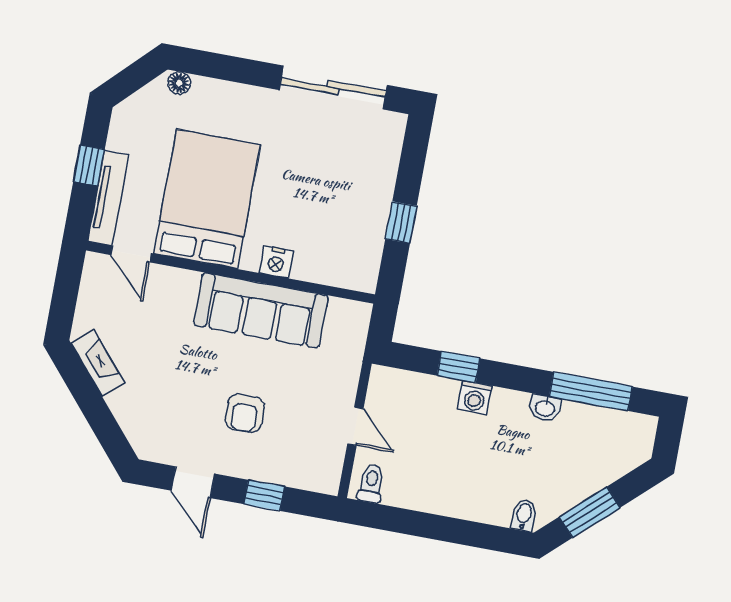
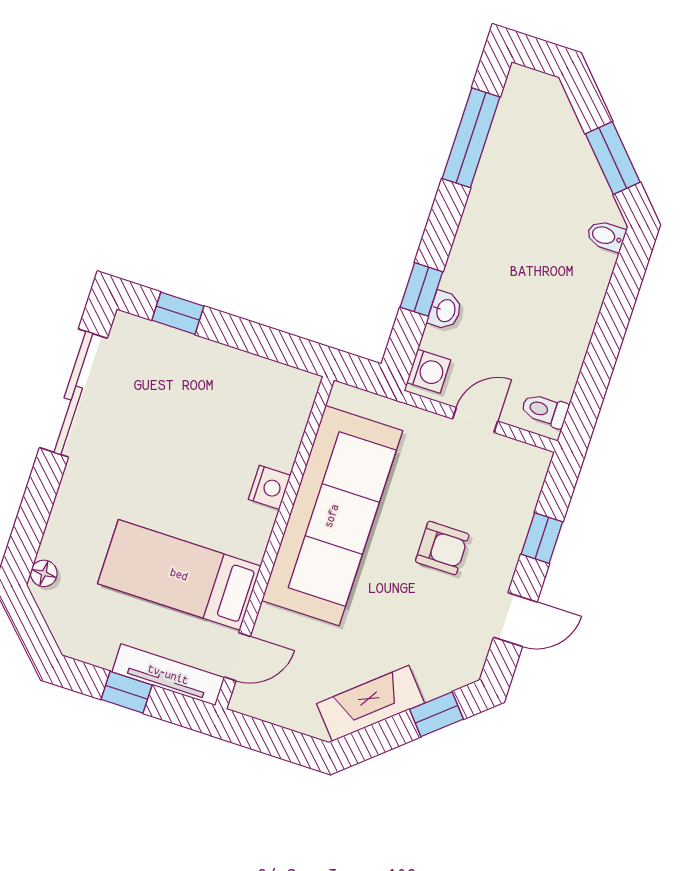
bed: (207, 199) -> (179, 575), width x0.67
window: (401, 222) -> (178, 313), moved
sofa: (261, 310) -> (332, 516), width x1.36, depth x1.27
fireplace: (98, 363) -> (371, 703), width x1.37, depth x1.32
washing machine: (475, 398) -> (429, 371), moved
washbasin: (545, 408) -> (445, 310), moved
window: (105, 427) -> (436, 714), added

